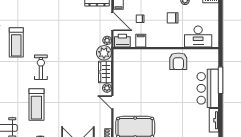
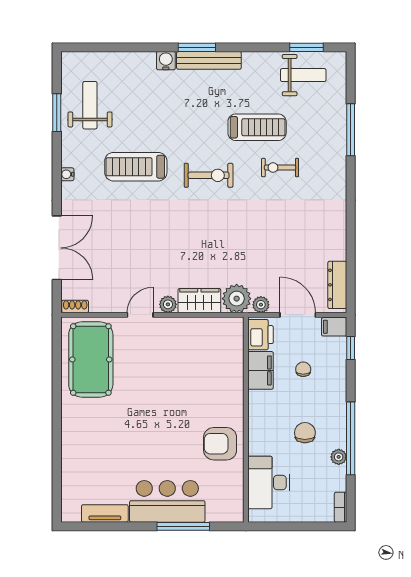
door: (112, 22) -> (298, 315), swing flipped
exercise bike: (37, 31) -> (280, 168), added
filing cabinet: (141, 41) -> (261, 370), width x2.00
treadmill: (16, 42) -> (257, 127), turned 180

